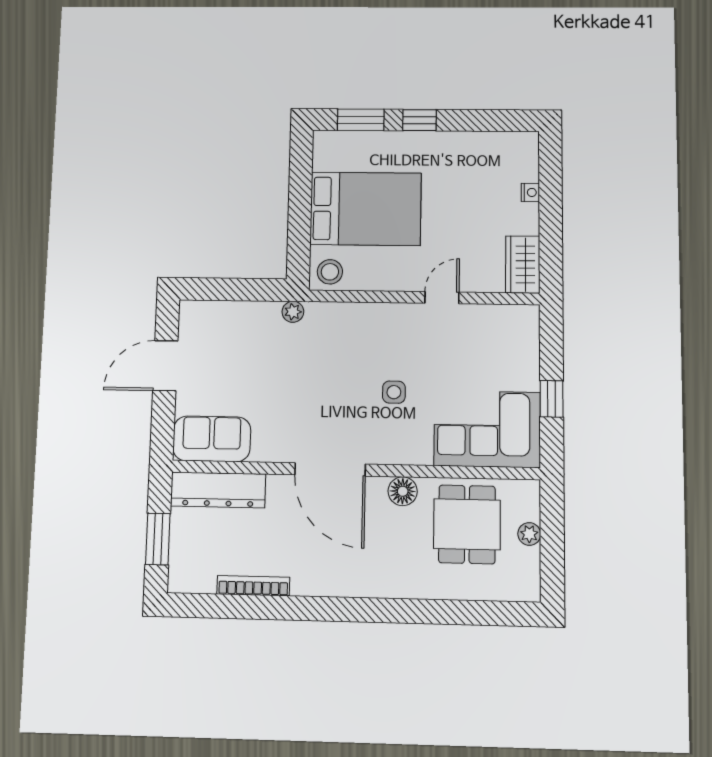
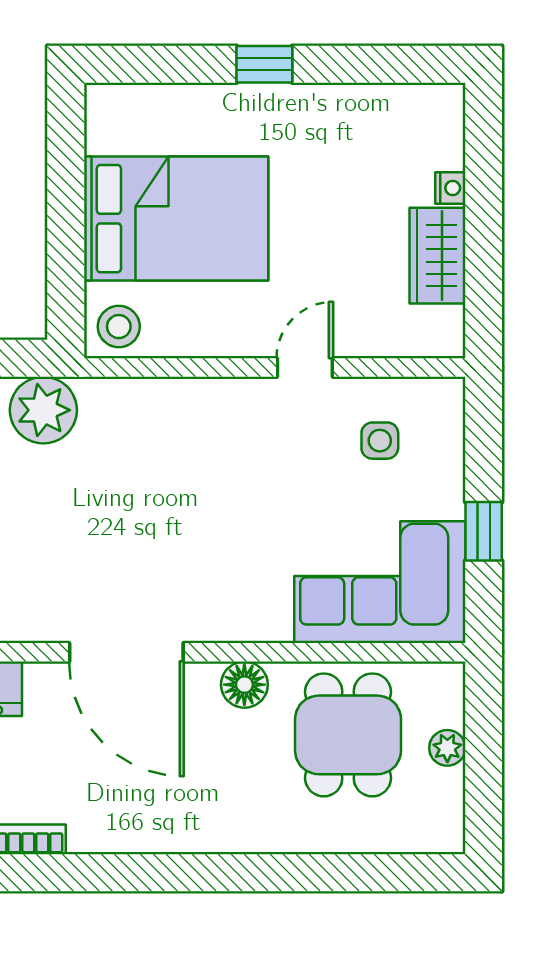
window: (361, 120) -> (165, 64), removed
wardrobe: (523, 265) -> (437, 256), moved
plant: (293, 312) -> (43, 410), width x1.88, depth x1.88
side table: (394, 392) -> (380, 441), moved

